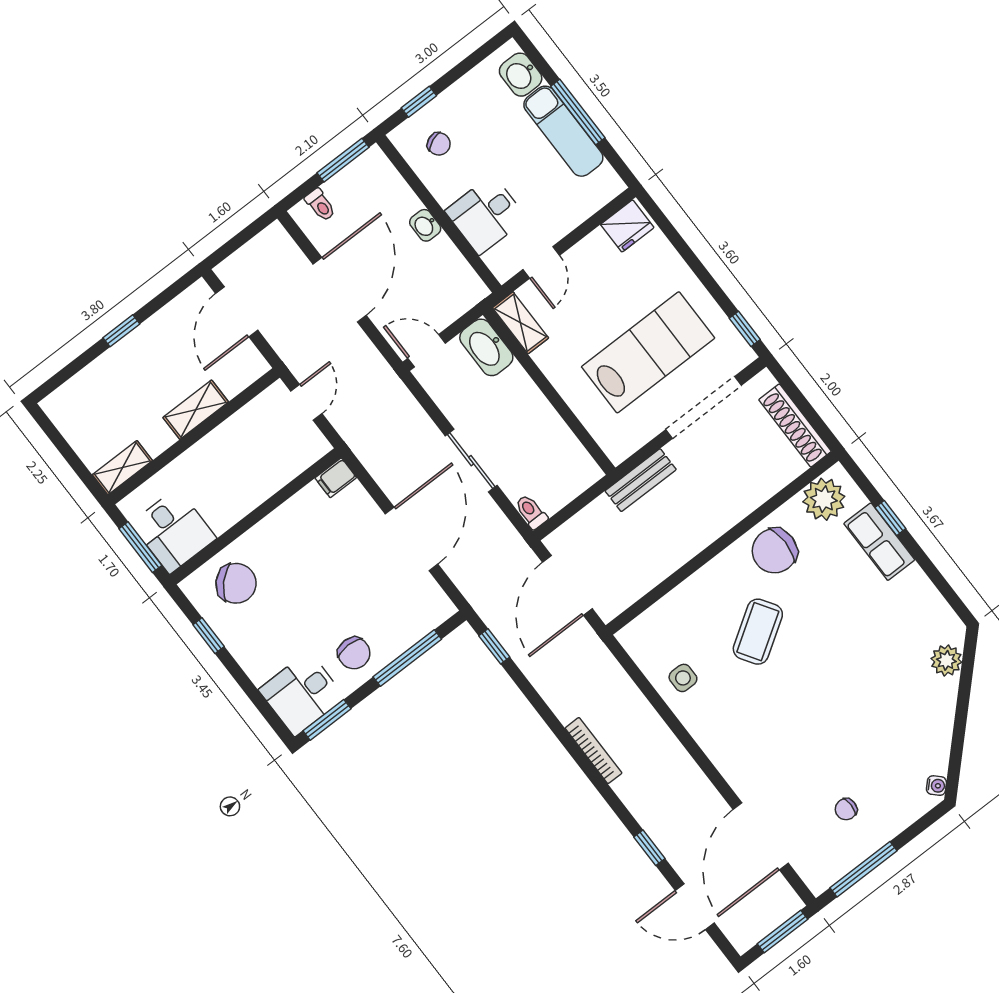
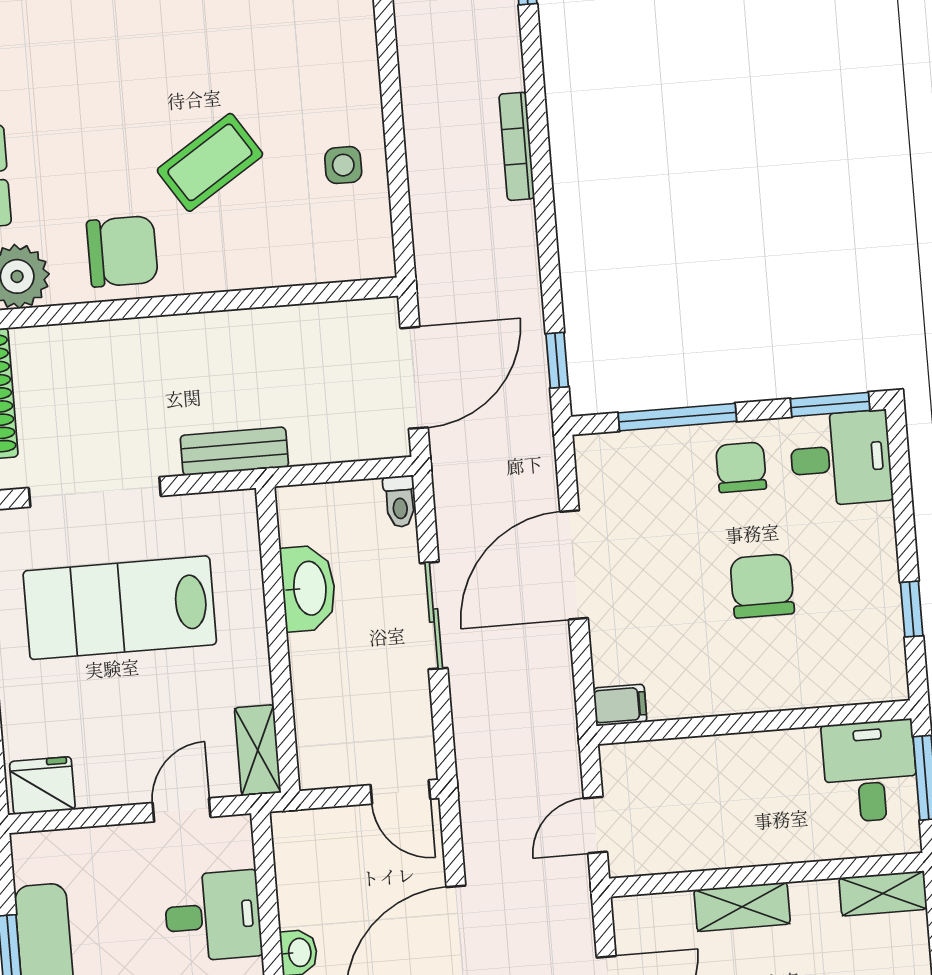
washbasin: (486, 347) -> (308, 588), moved
chair: (236, 583) -> (762, 586), moved, turned 46

